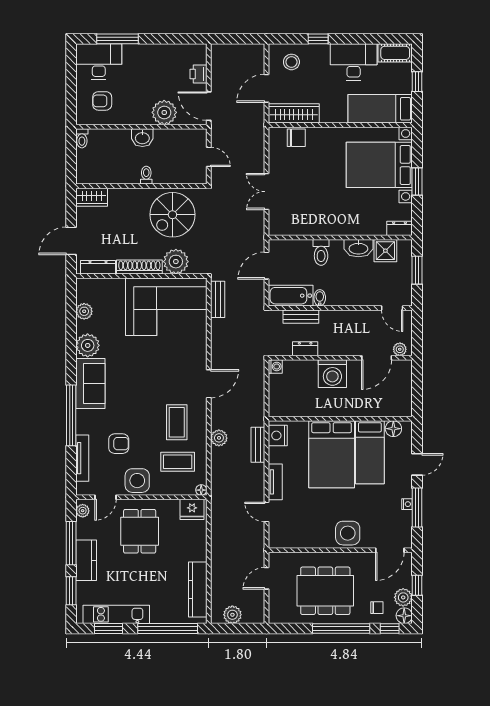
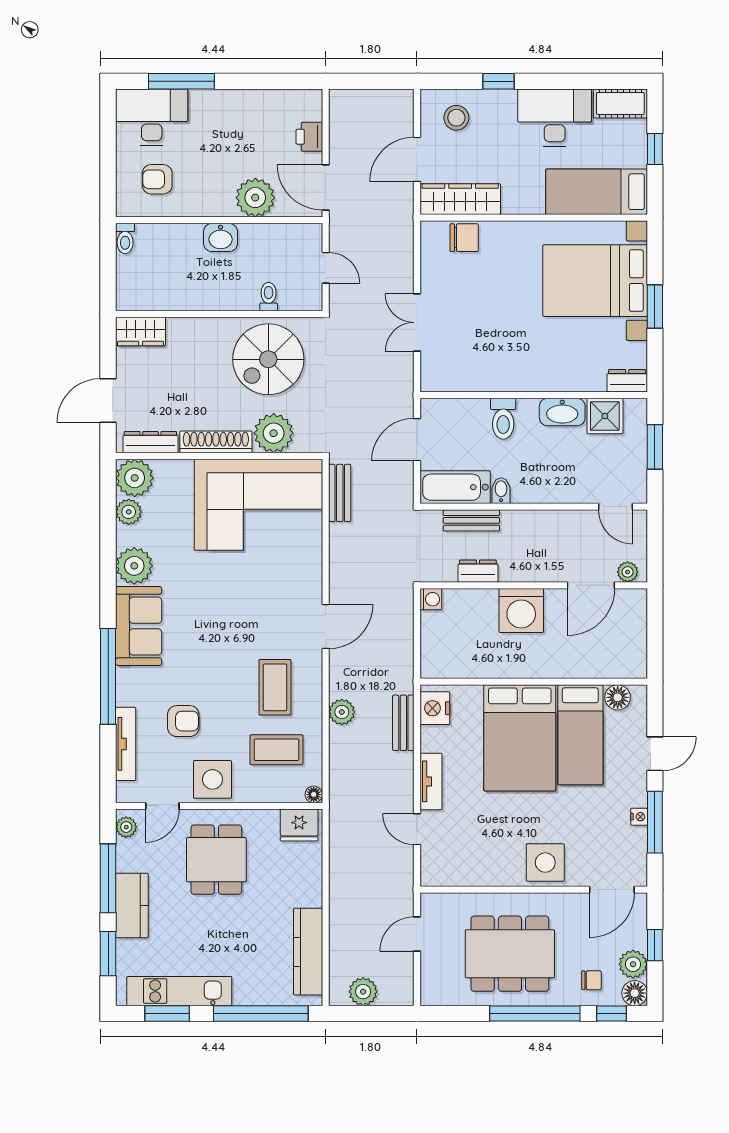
toilet: (146, 175) -> (269, 297), moved
plant: (88, 290) -> (135, 478), added

